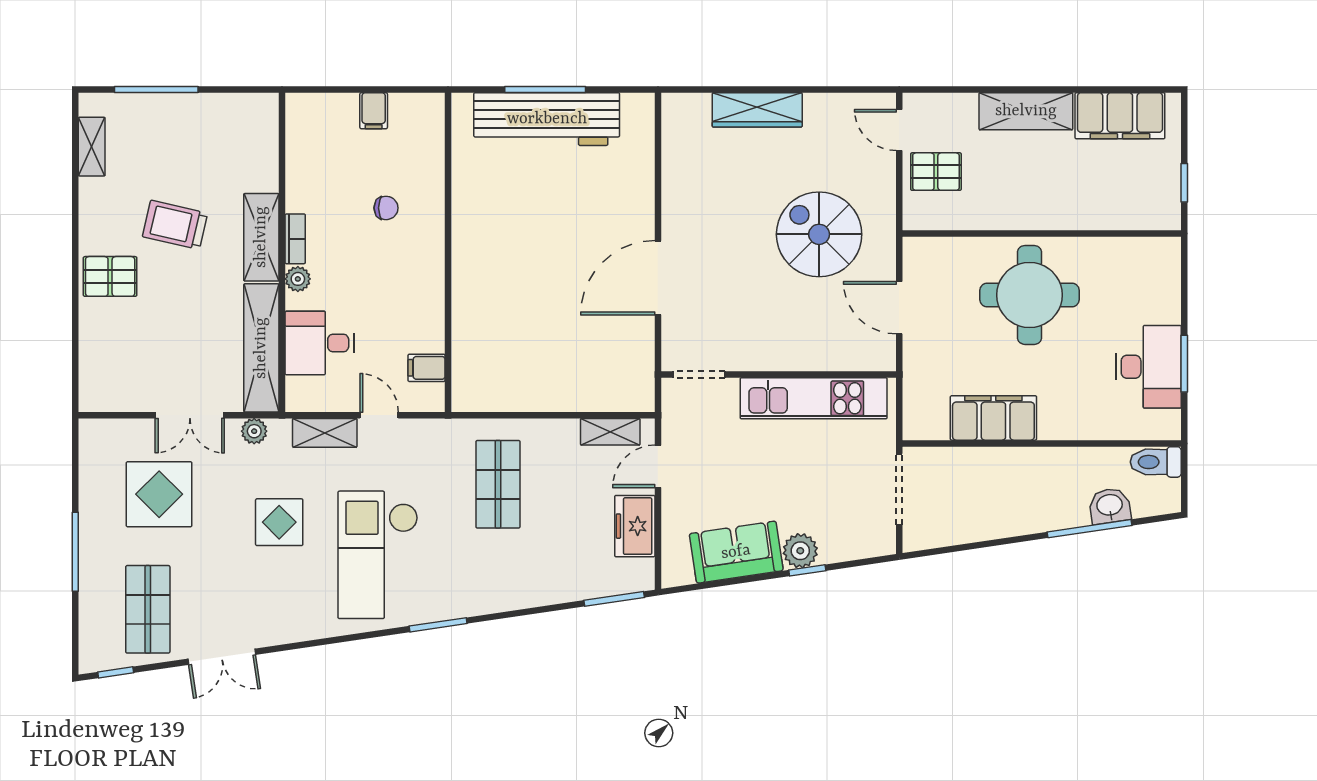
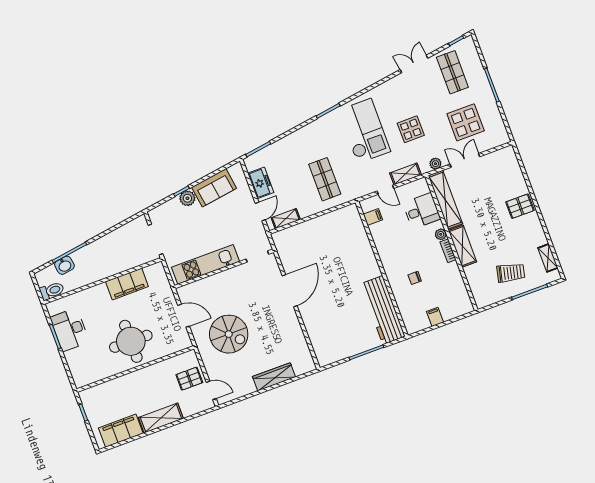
workbench: (547, 119) -> (383, 310), moved, turned -90
trolley: (175, 225) -> (511, 273), moved

